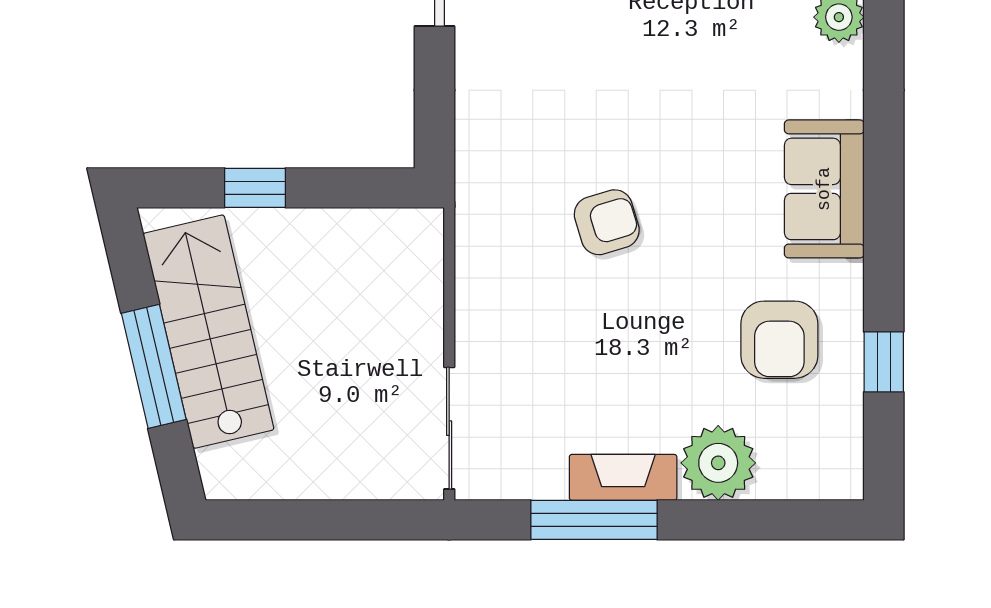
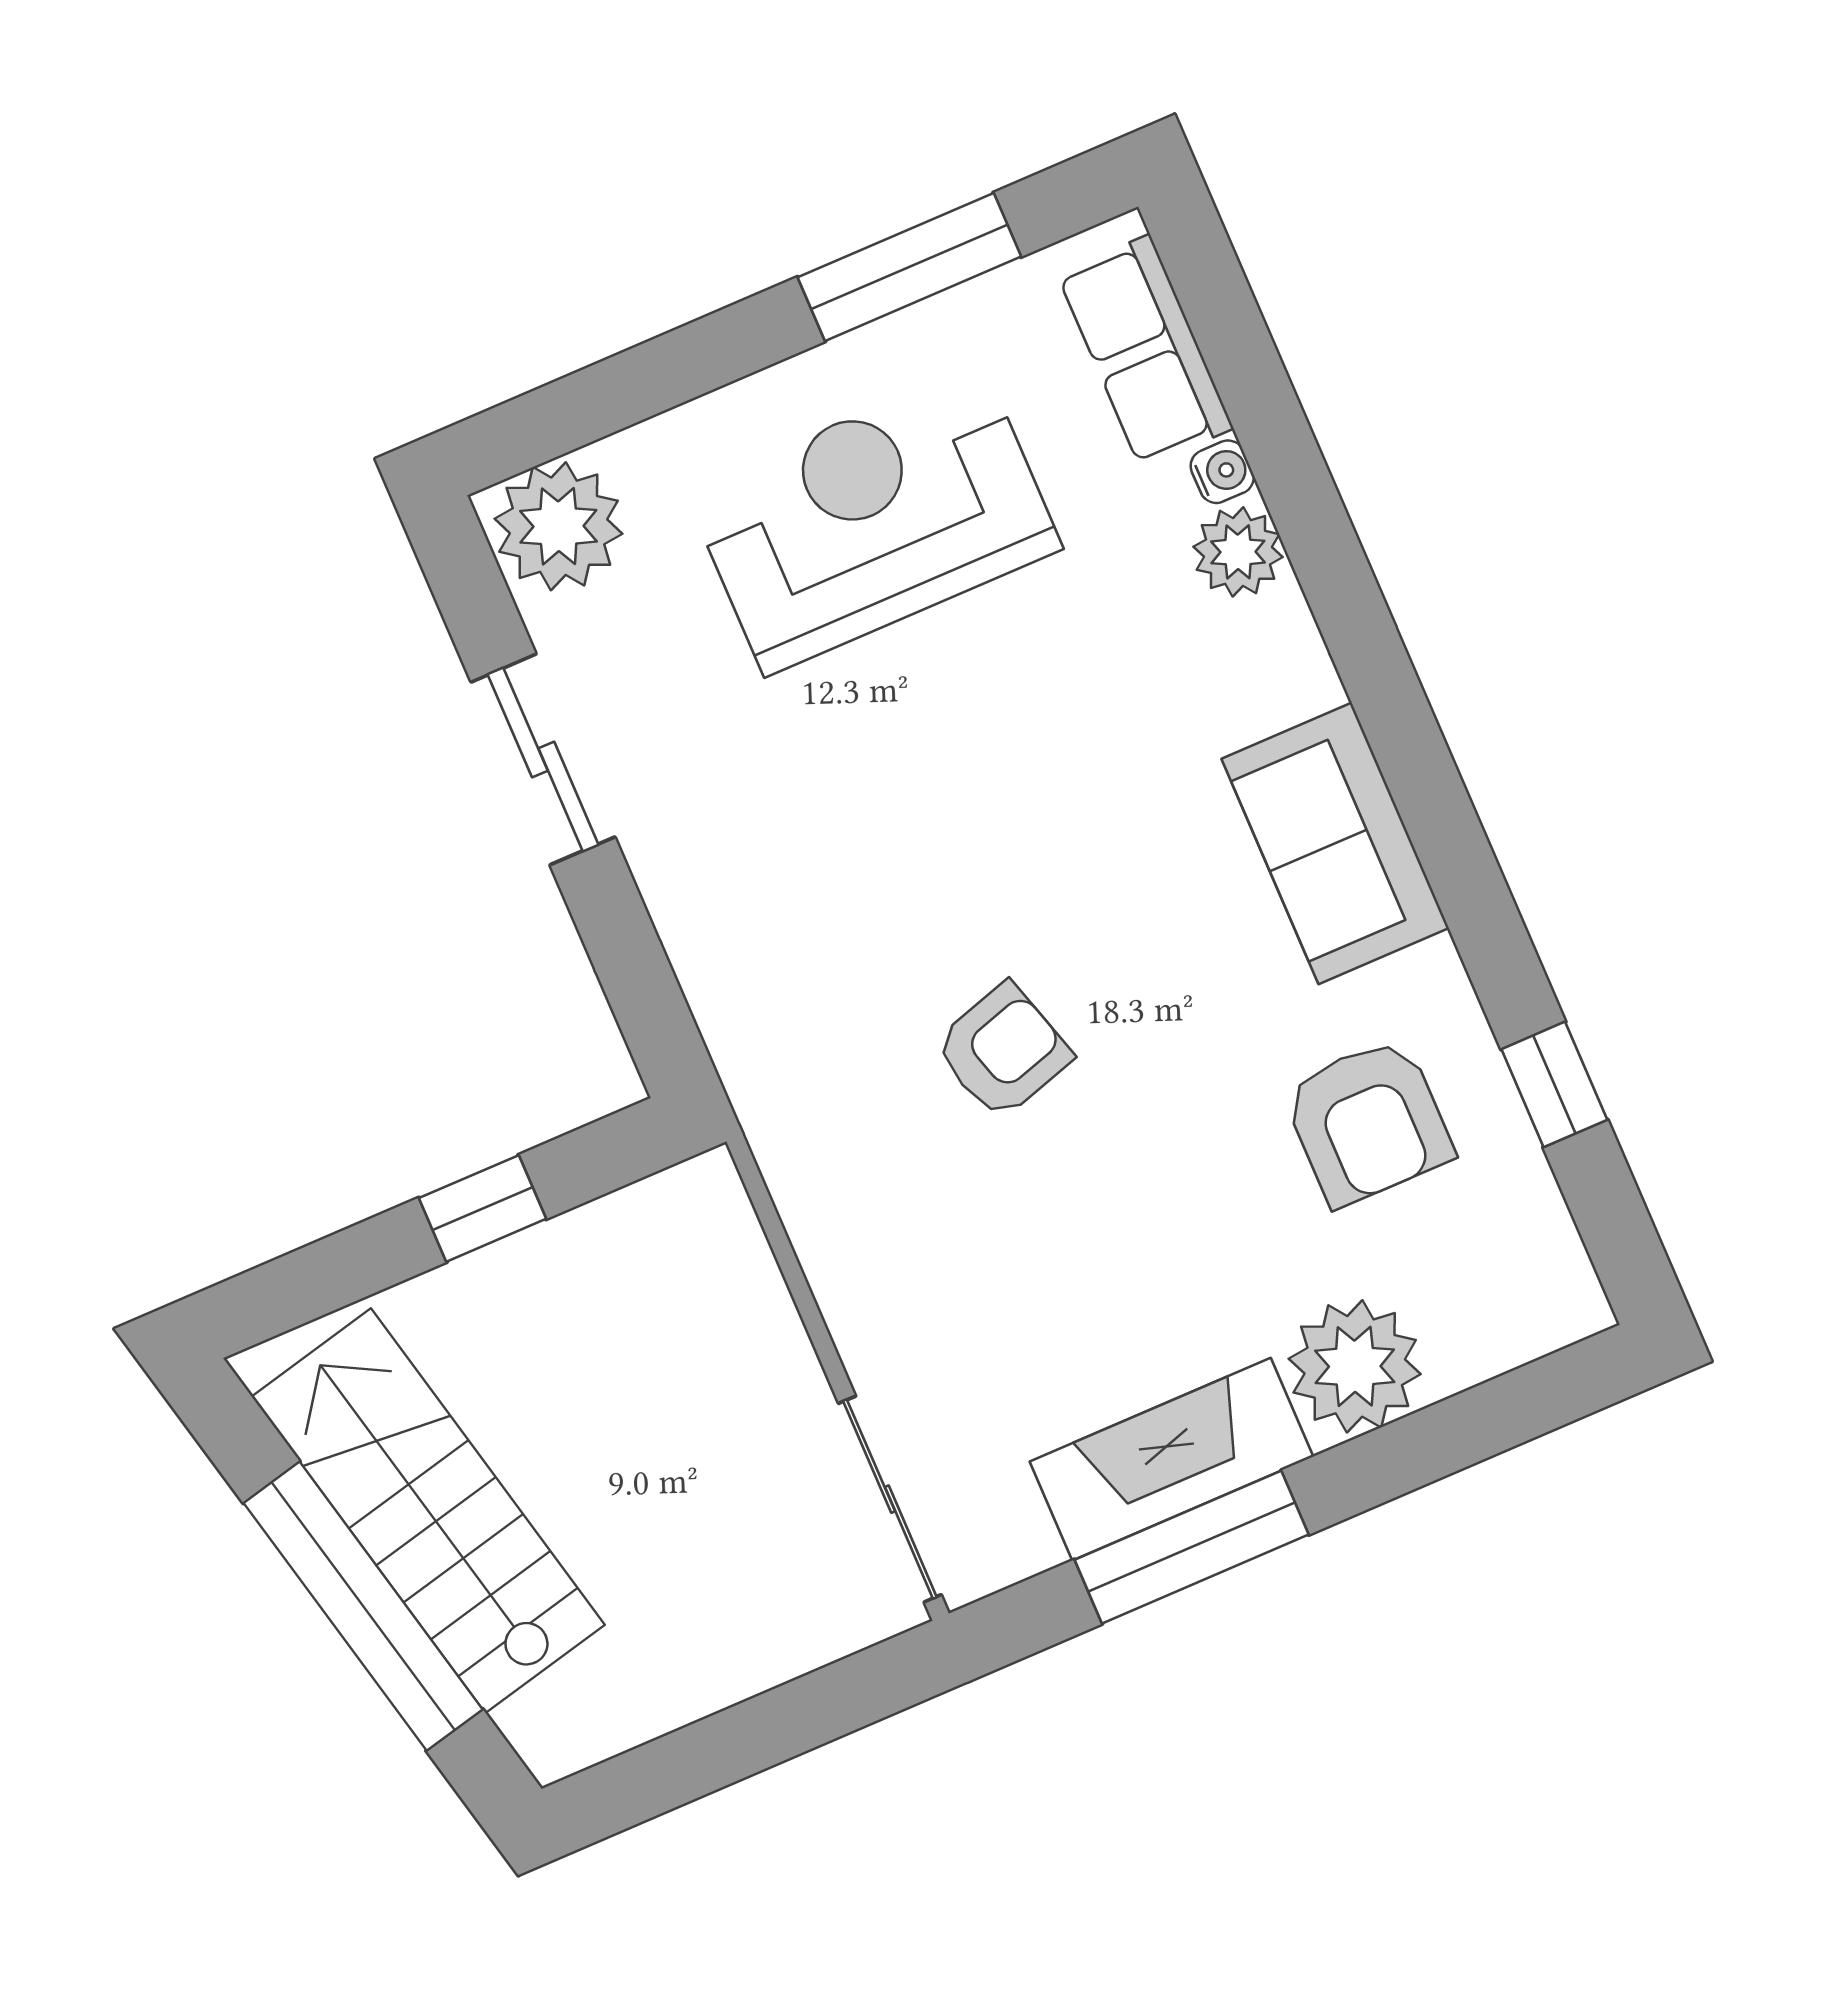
window: (255, 188) -> (482, 1208), moved
window: (154, 366) -> (363, 1606), width x1.46
fireplace: (623, 477) -> (1172, 1459), width x1.37, depth x1.32

